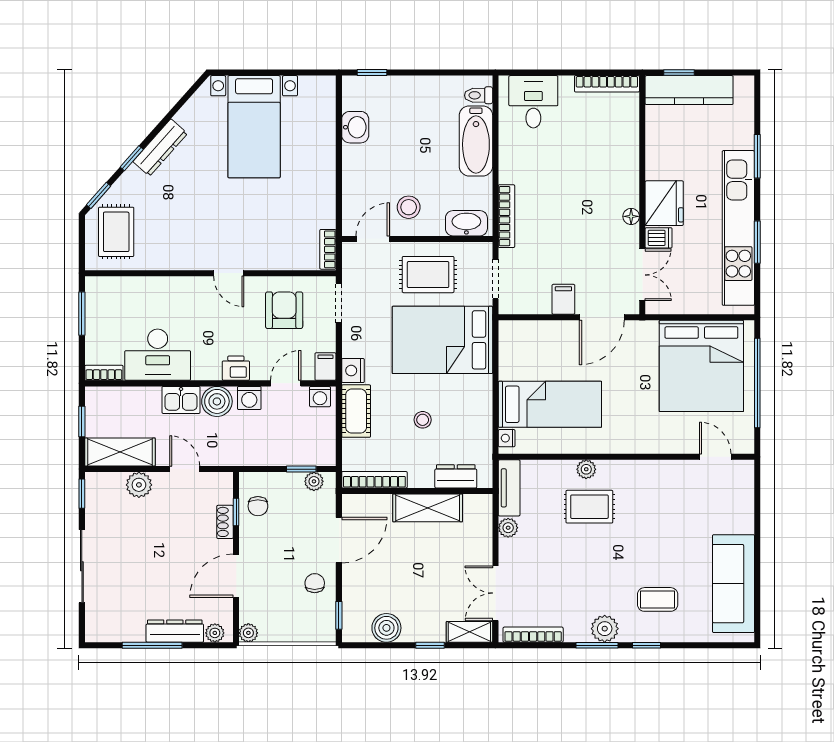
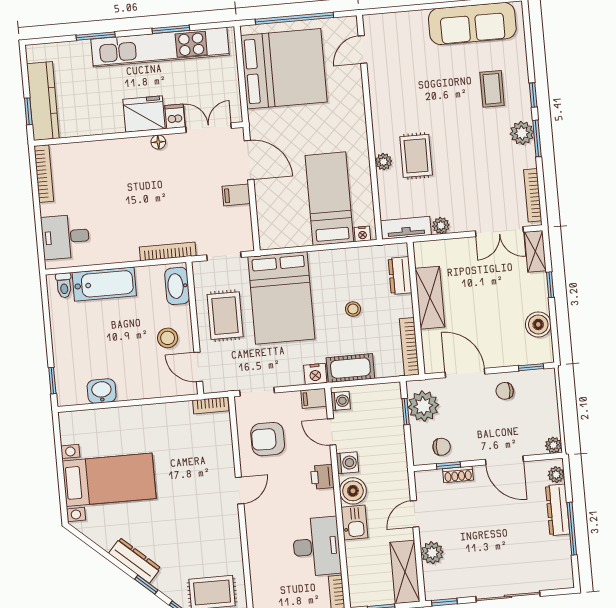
plant: (314, 481) -> (423, 406), width x1.88, depth x1.88

